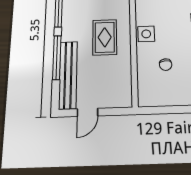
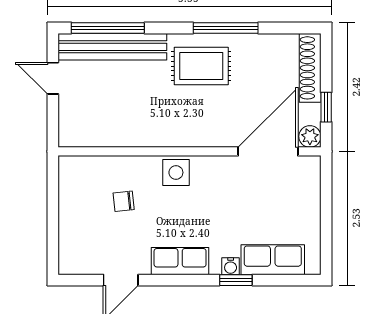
rug: (105, 37) -> (201, 66), moved
window: (57, 57) -> (108, 28), moved

